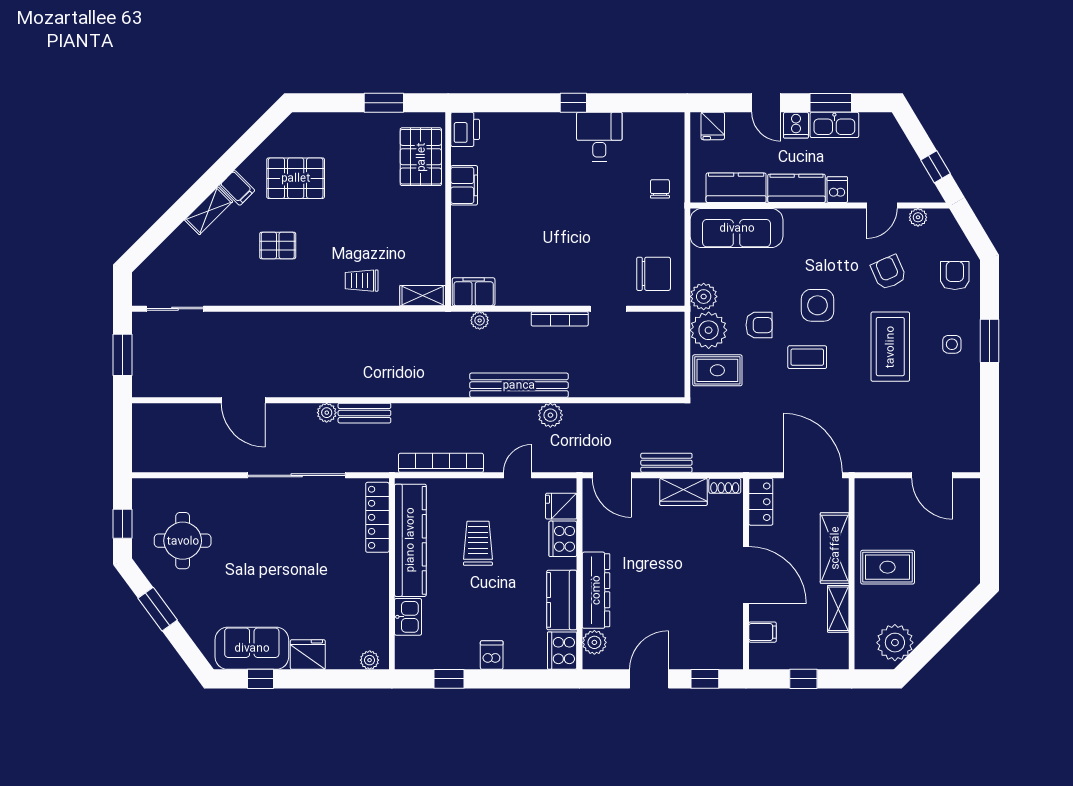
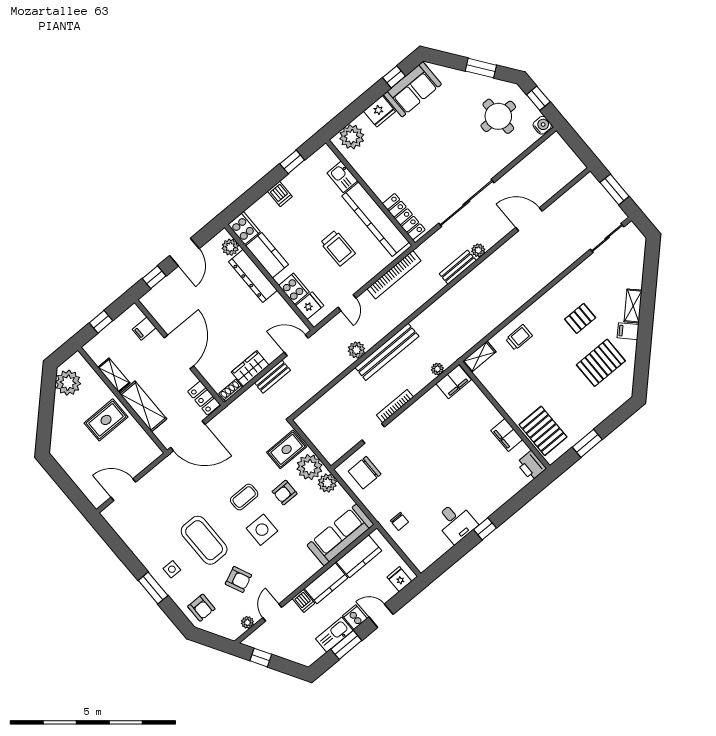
water cooler: (143, 491) -> (542, 125), added
door: (746, 575) -> (179, 352), swing flipped
plant: (370, 660) -> (352, 137), width x1.88, depth x1.88

